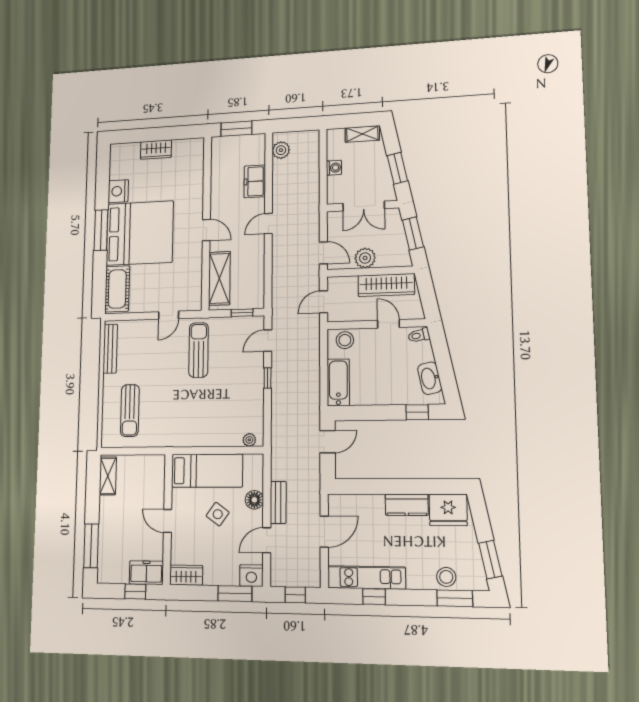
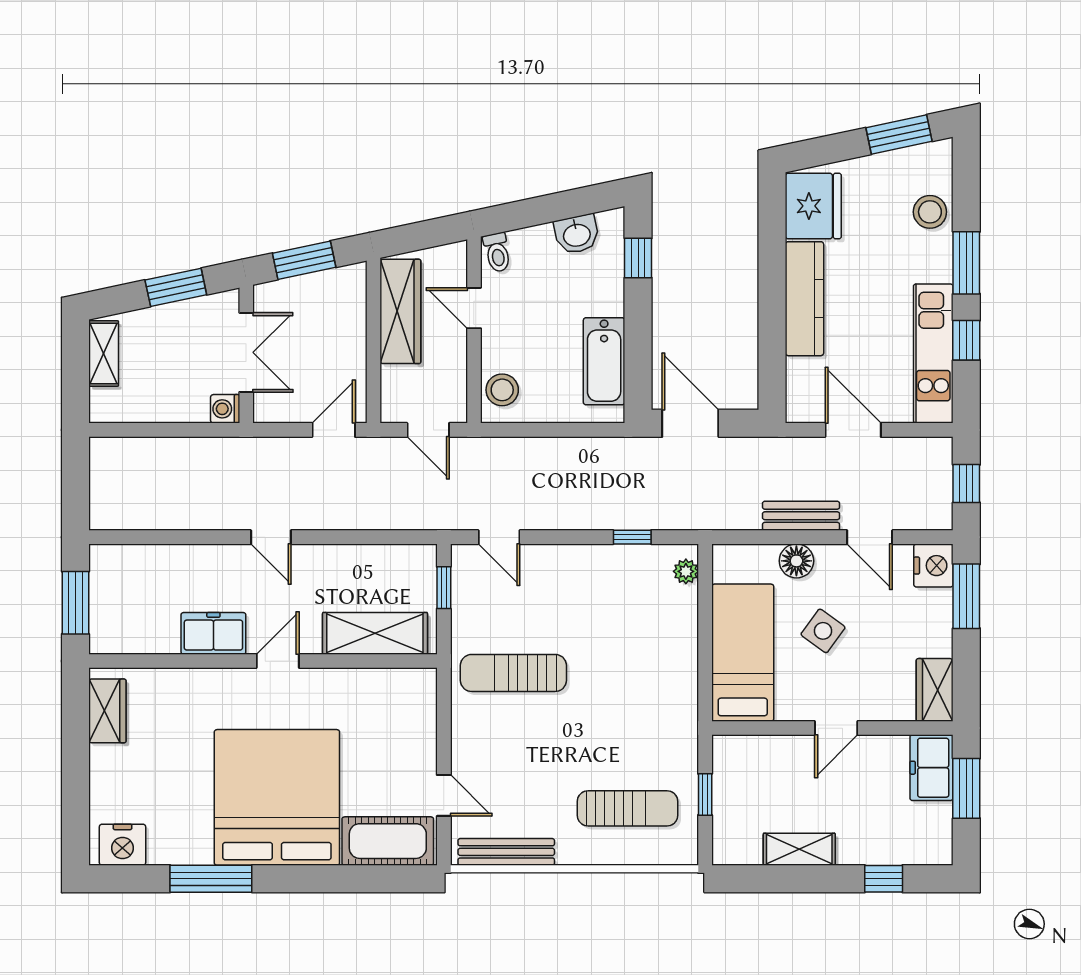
wardrobe: (156, 150) -> (107, 711), moved
plant: (281, 150) -> (125, 513), removed
washing machine: (334, 168) -> (225, 409), moved, turned -90
freezer: (255, 181) -> (213, 633), moved, turned 180
nightstand: (118, 191) -> (122, 845), moved
window: (101, 230) -> (211, 879), moved
plant: (365, 258) -> (347, 351), removed
door: (169, 315) -> (444, 795), moved
door: (388, 324) -> (474, 308), hinge flipped
window: (268, 378) -> (632, 537), moved
washbasin: (430, 378) -> (577, 234), width x0.72
bathtub: (338, 382) -> (604, 361), moved, turned -90
door: (328, 442) -> (690, 423), width x1.38
window: (136, 451) -> (705, 794), added
shelving: (108, 476) -> (799, 849), moved
kitchen counter: (407, 505) -> (804, 299), width x1.50
window: (91, 546) -> (884, 879), width x0.46
window: (135, 591) -> (966, 788), width x1.50
window: (455, 598) -> (966, 263), moved

